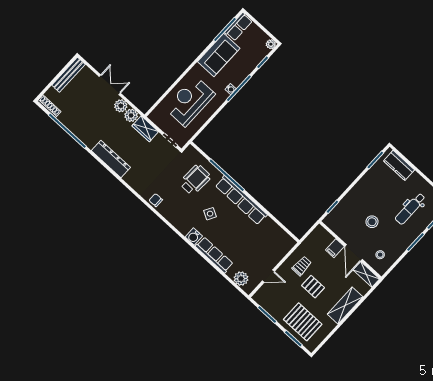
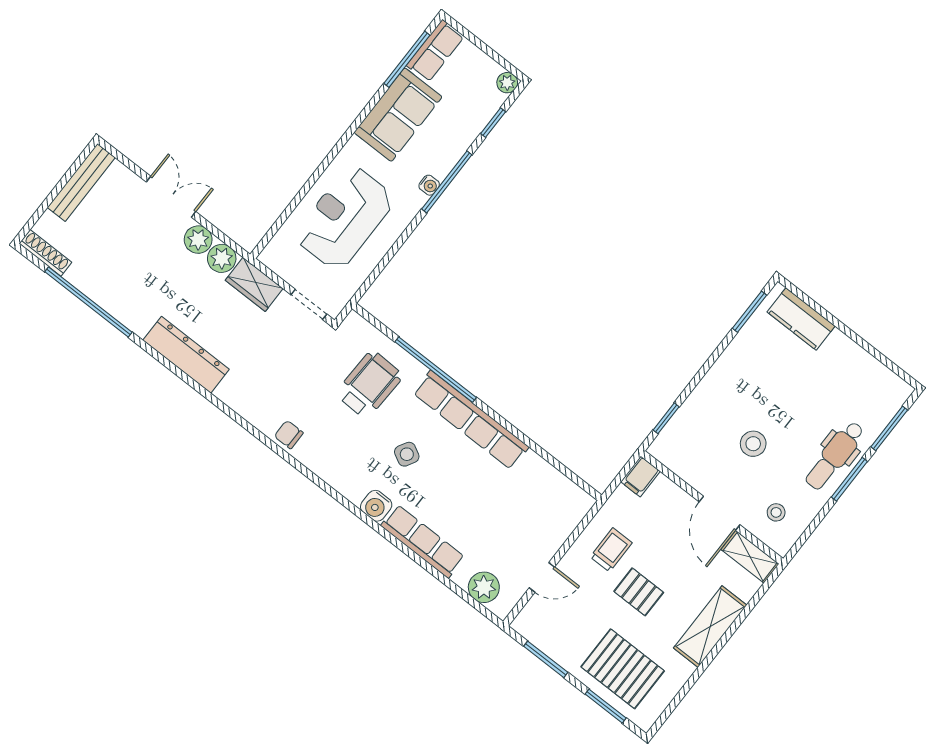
dental chair: (410, 209) -> (835, 456), moved
filing cabinet: (335, 248) -> (640, 477), moved

